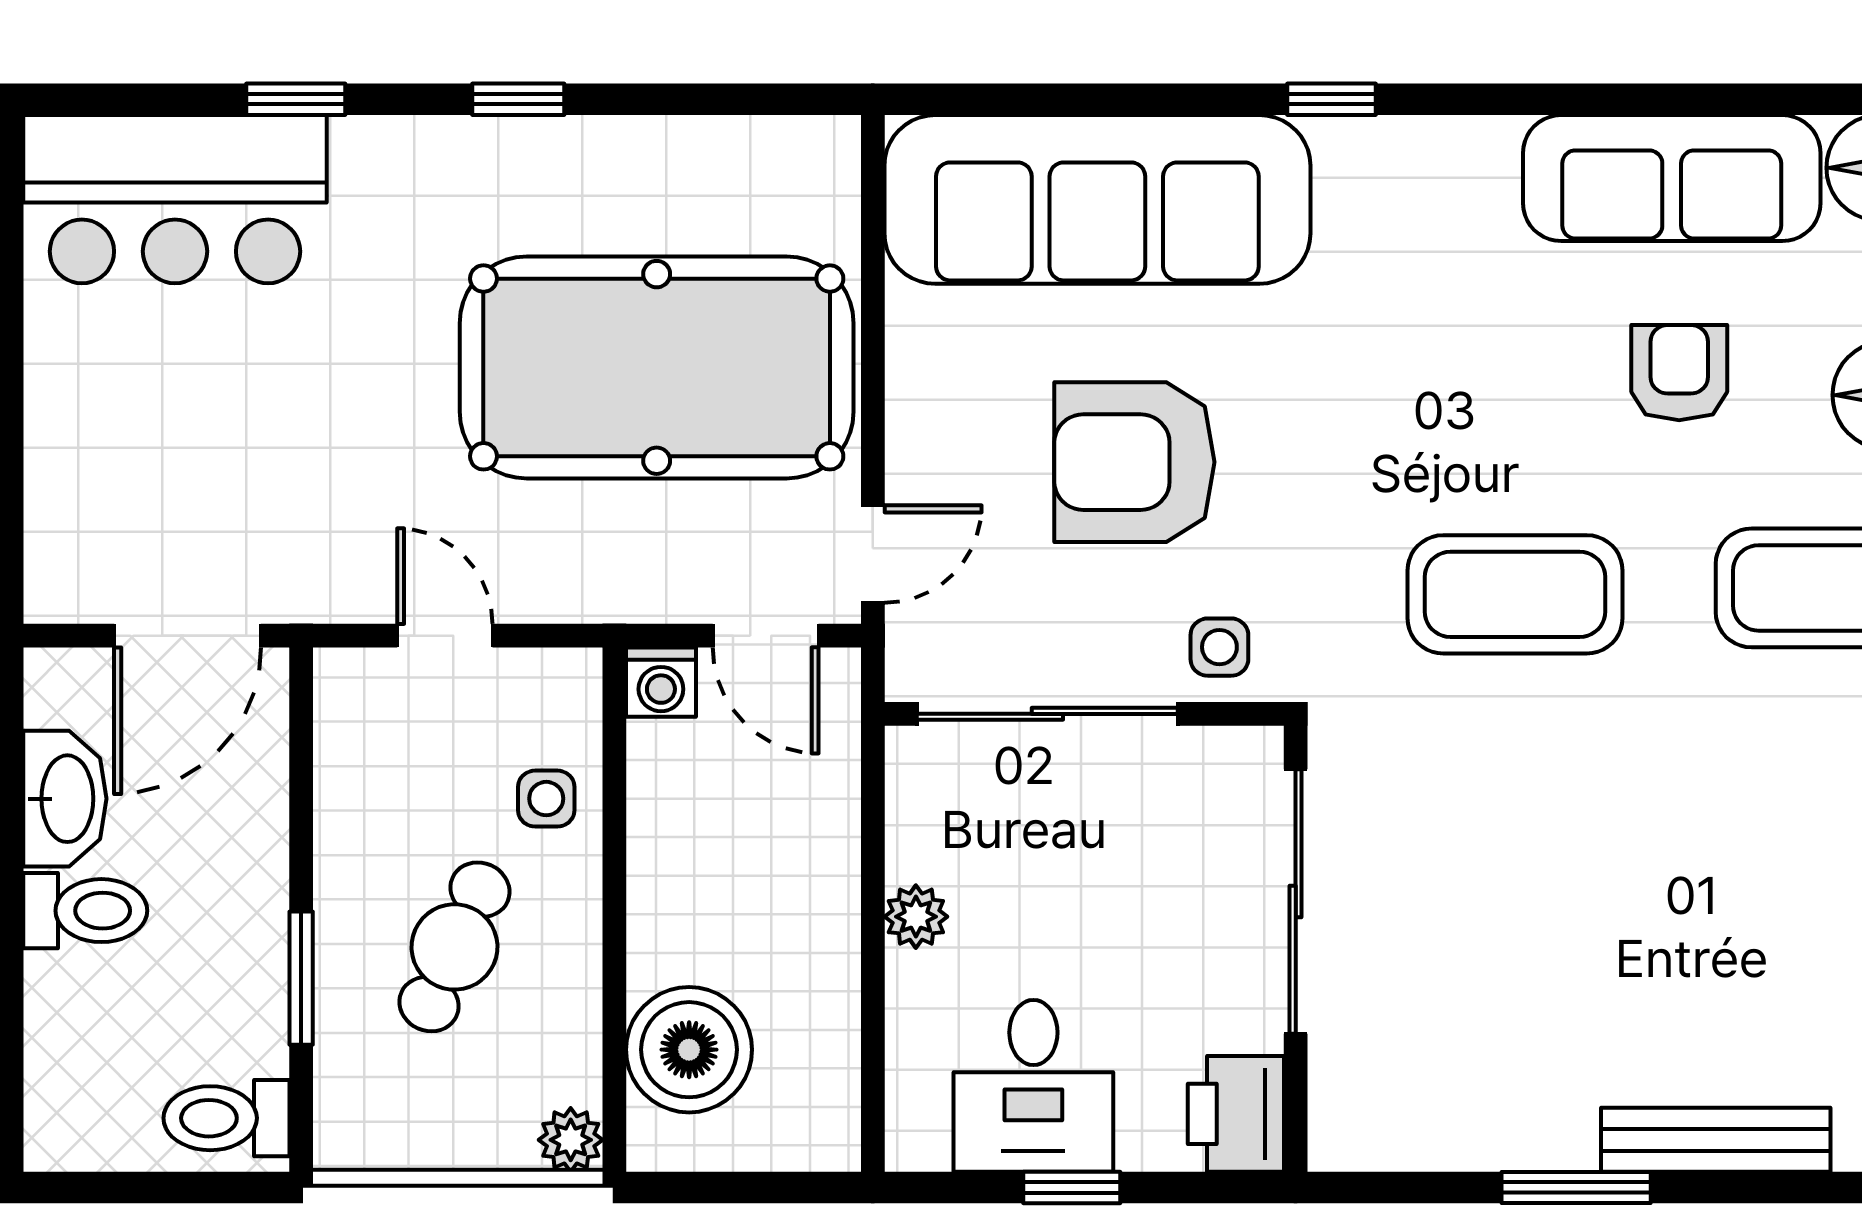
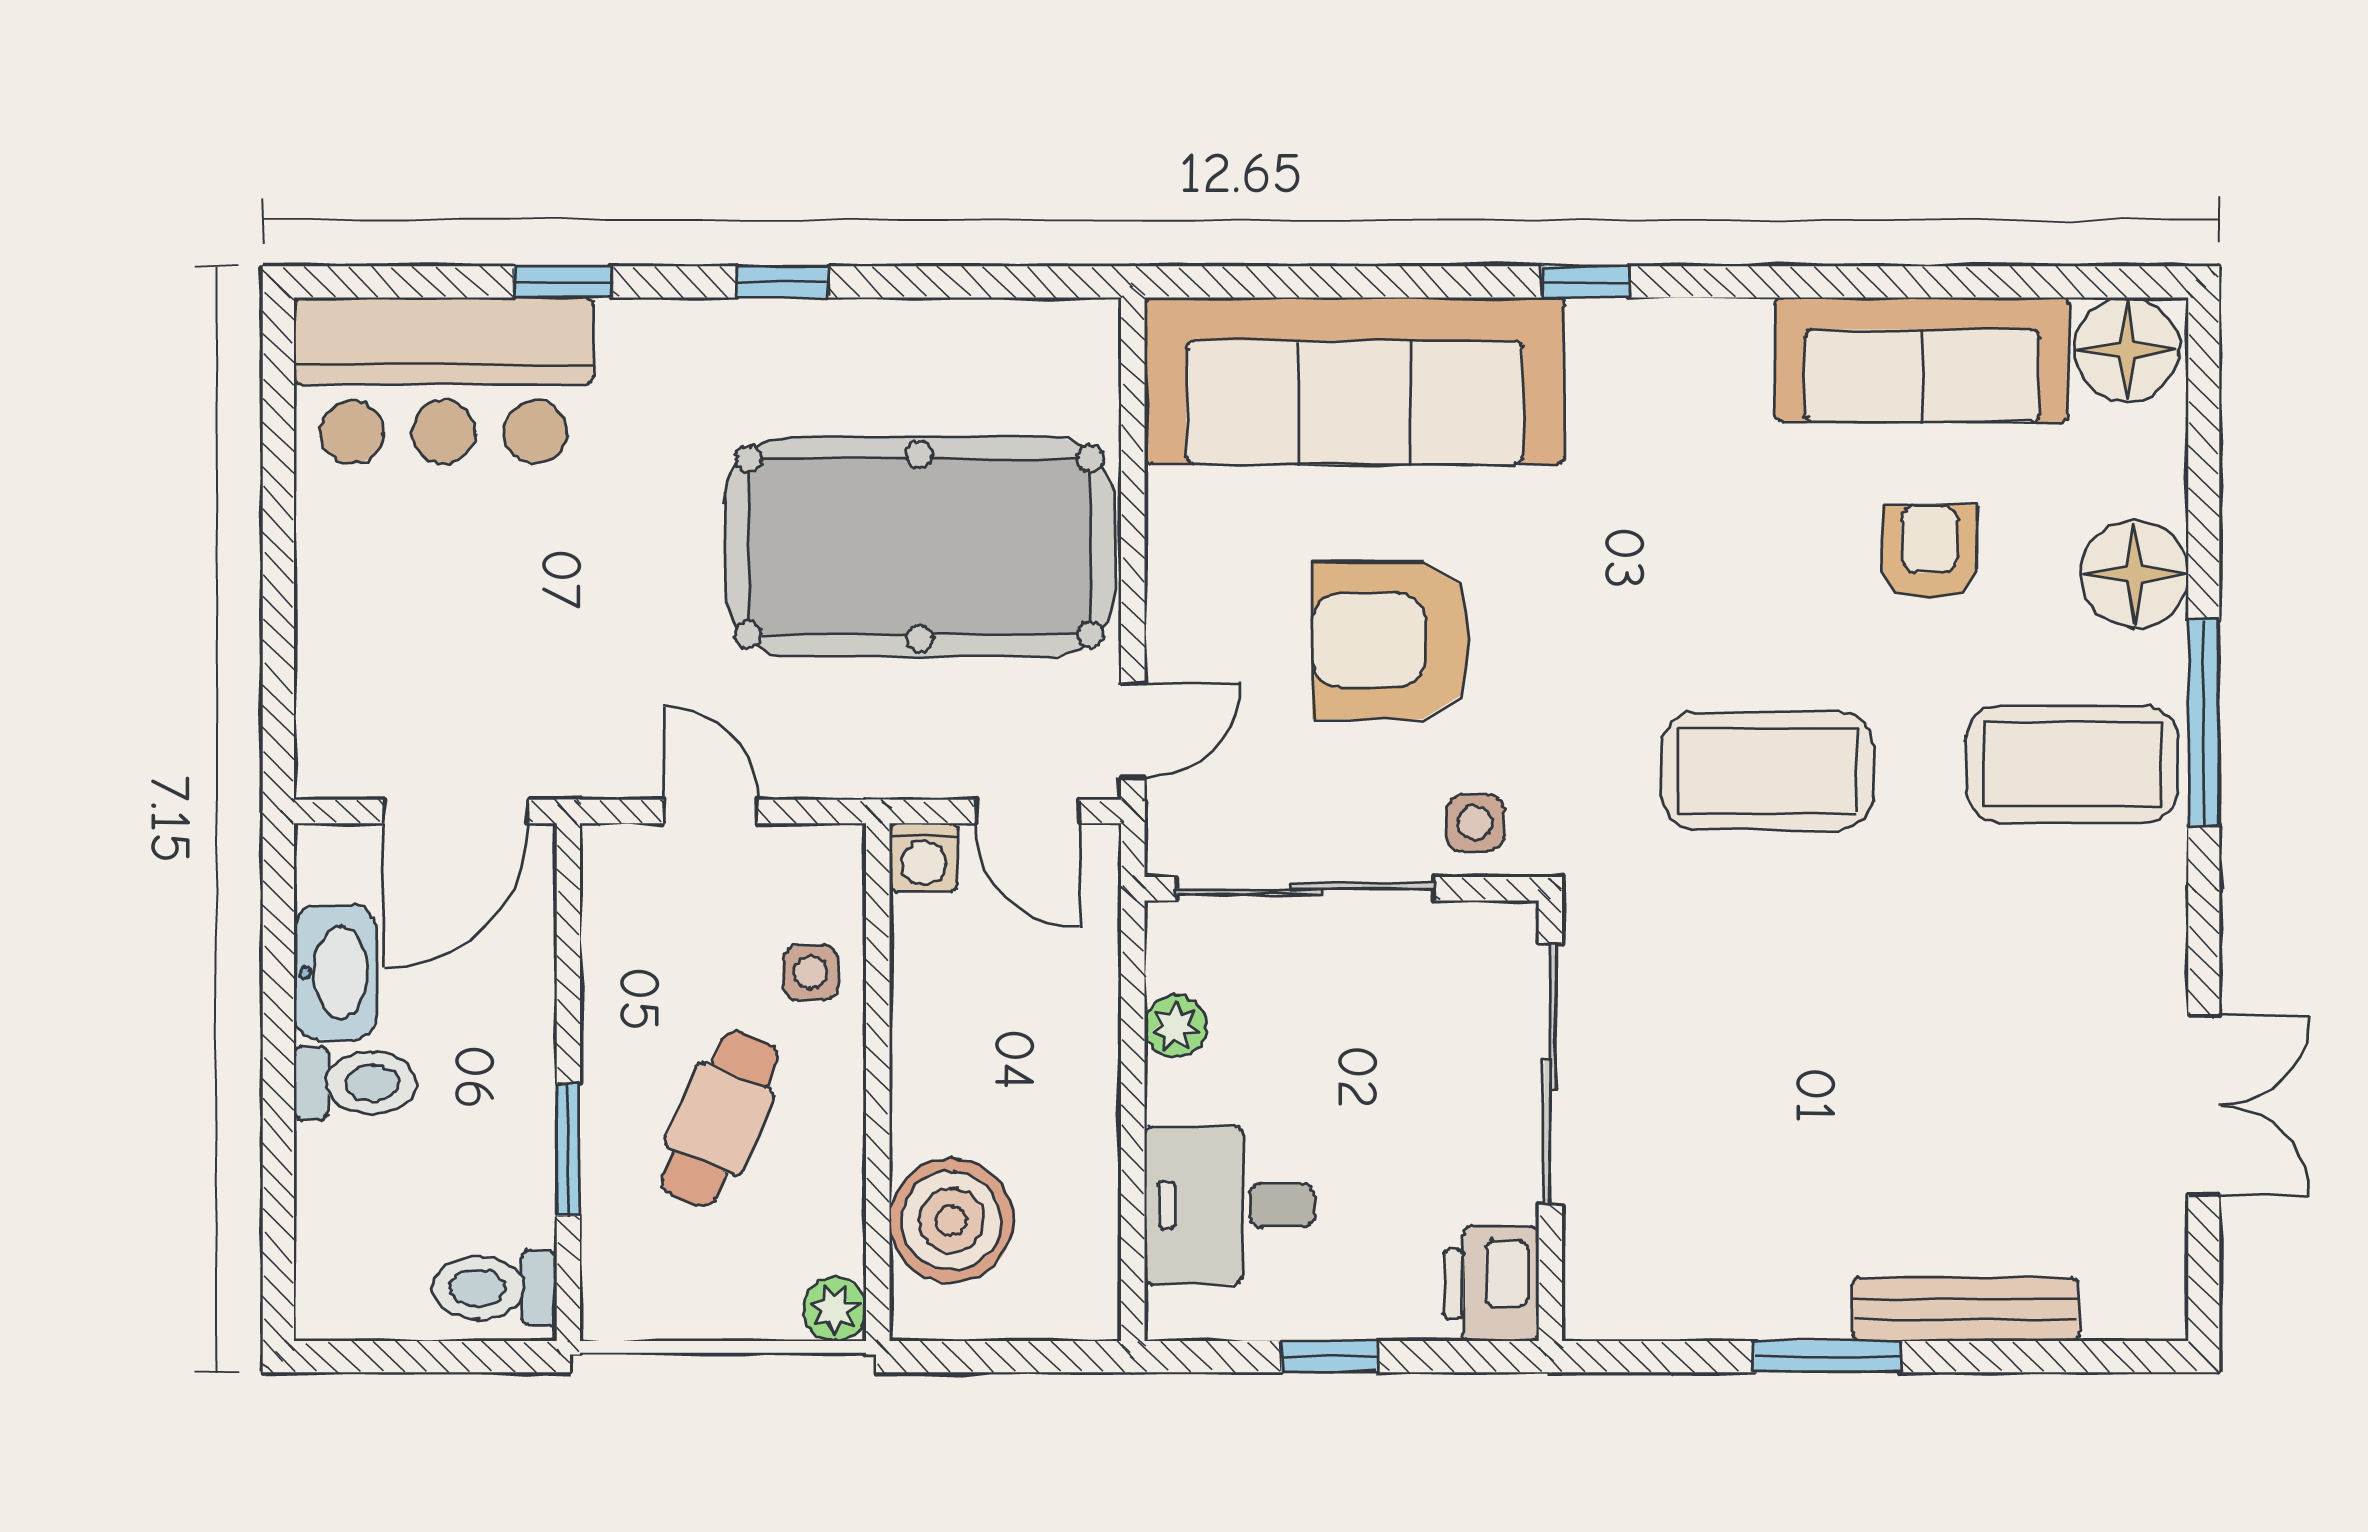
plant: (916, 917) -> (1175, 1026), moved
desk: (1033, 1086) -> (1229, 1205), moved, turned 90

